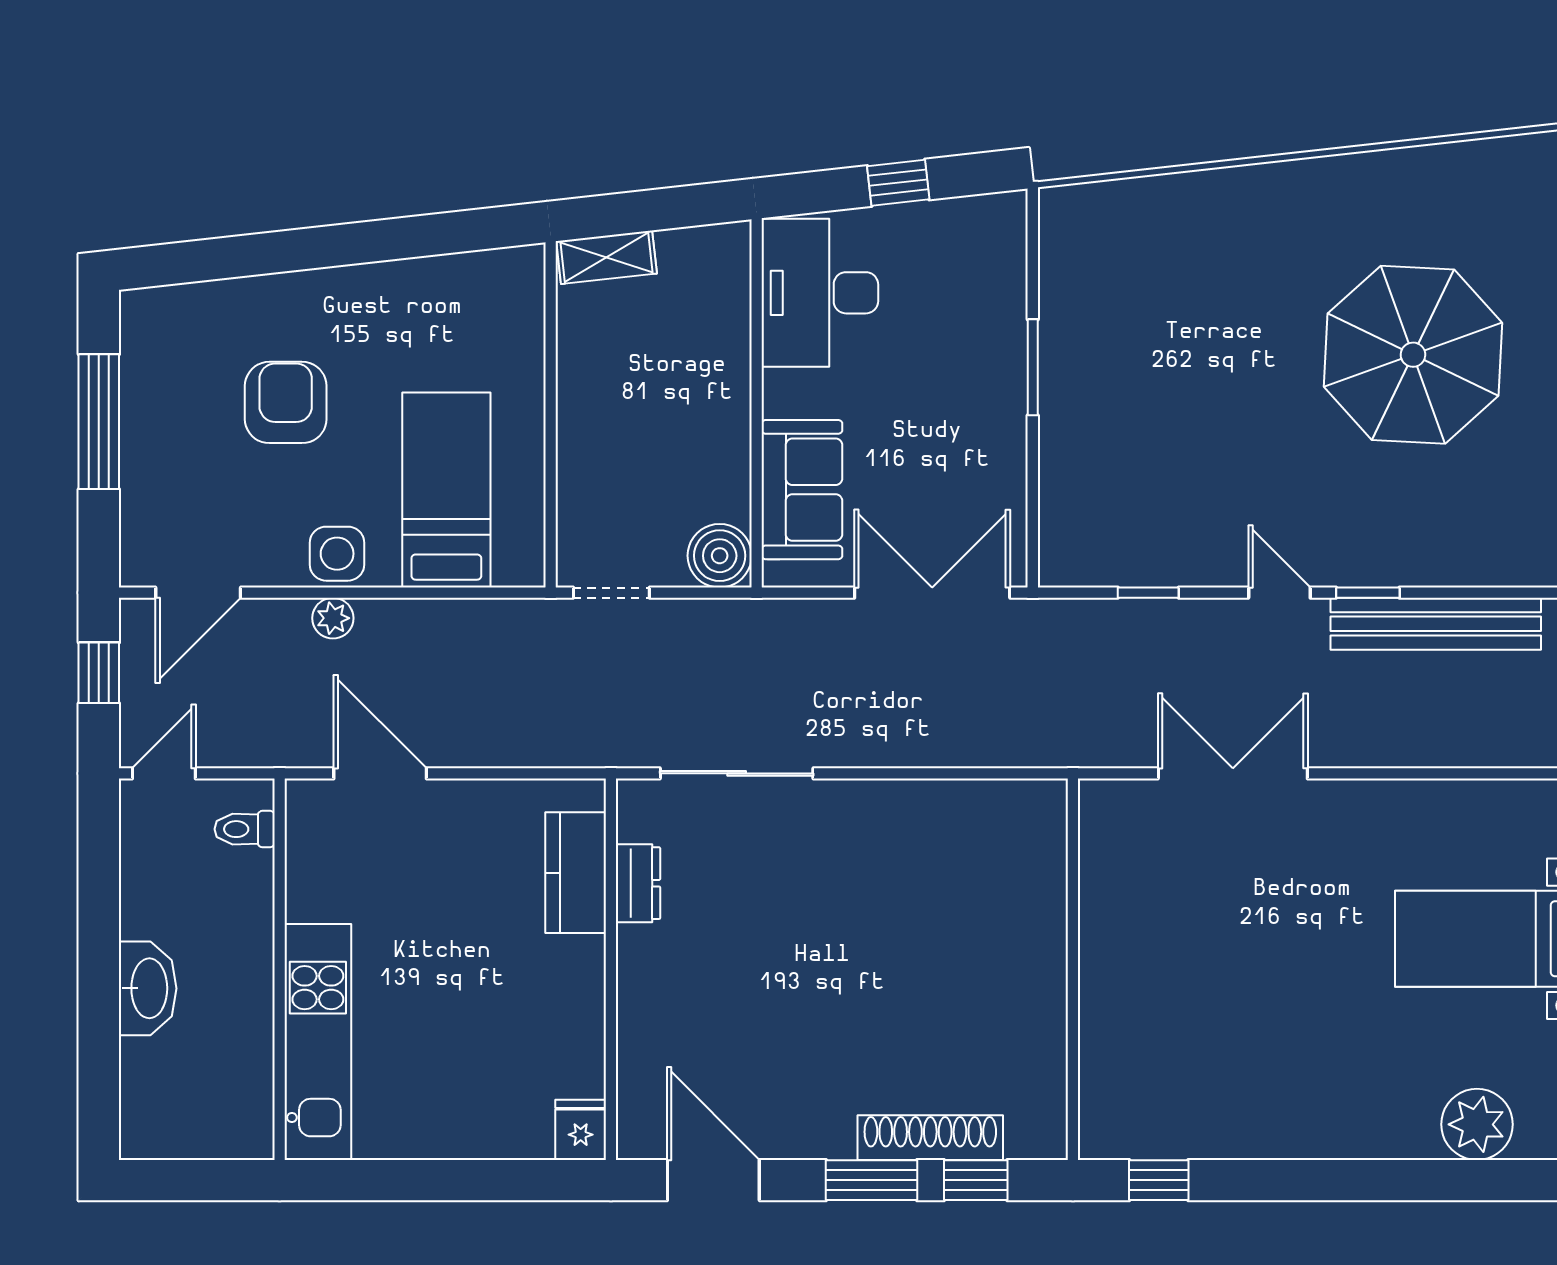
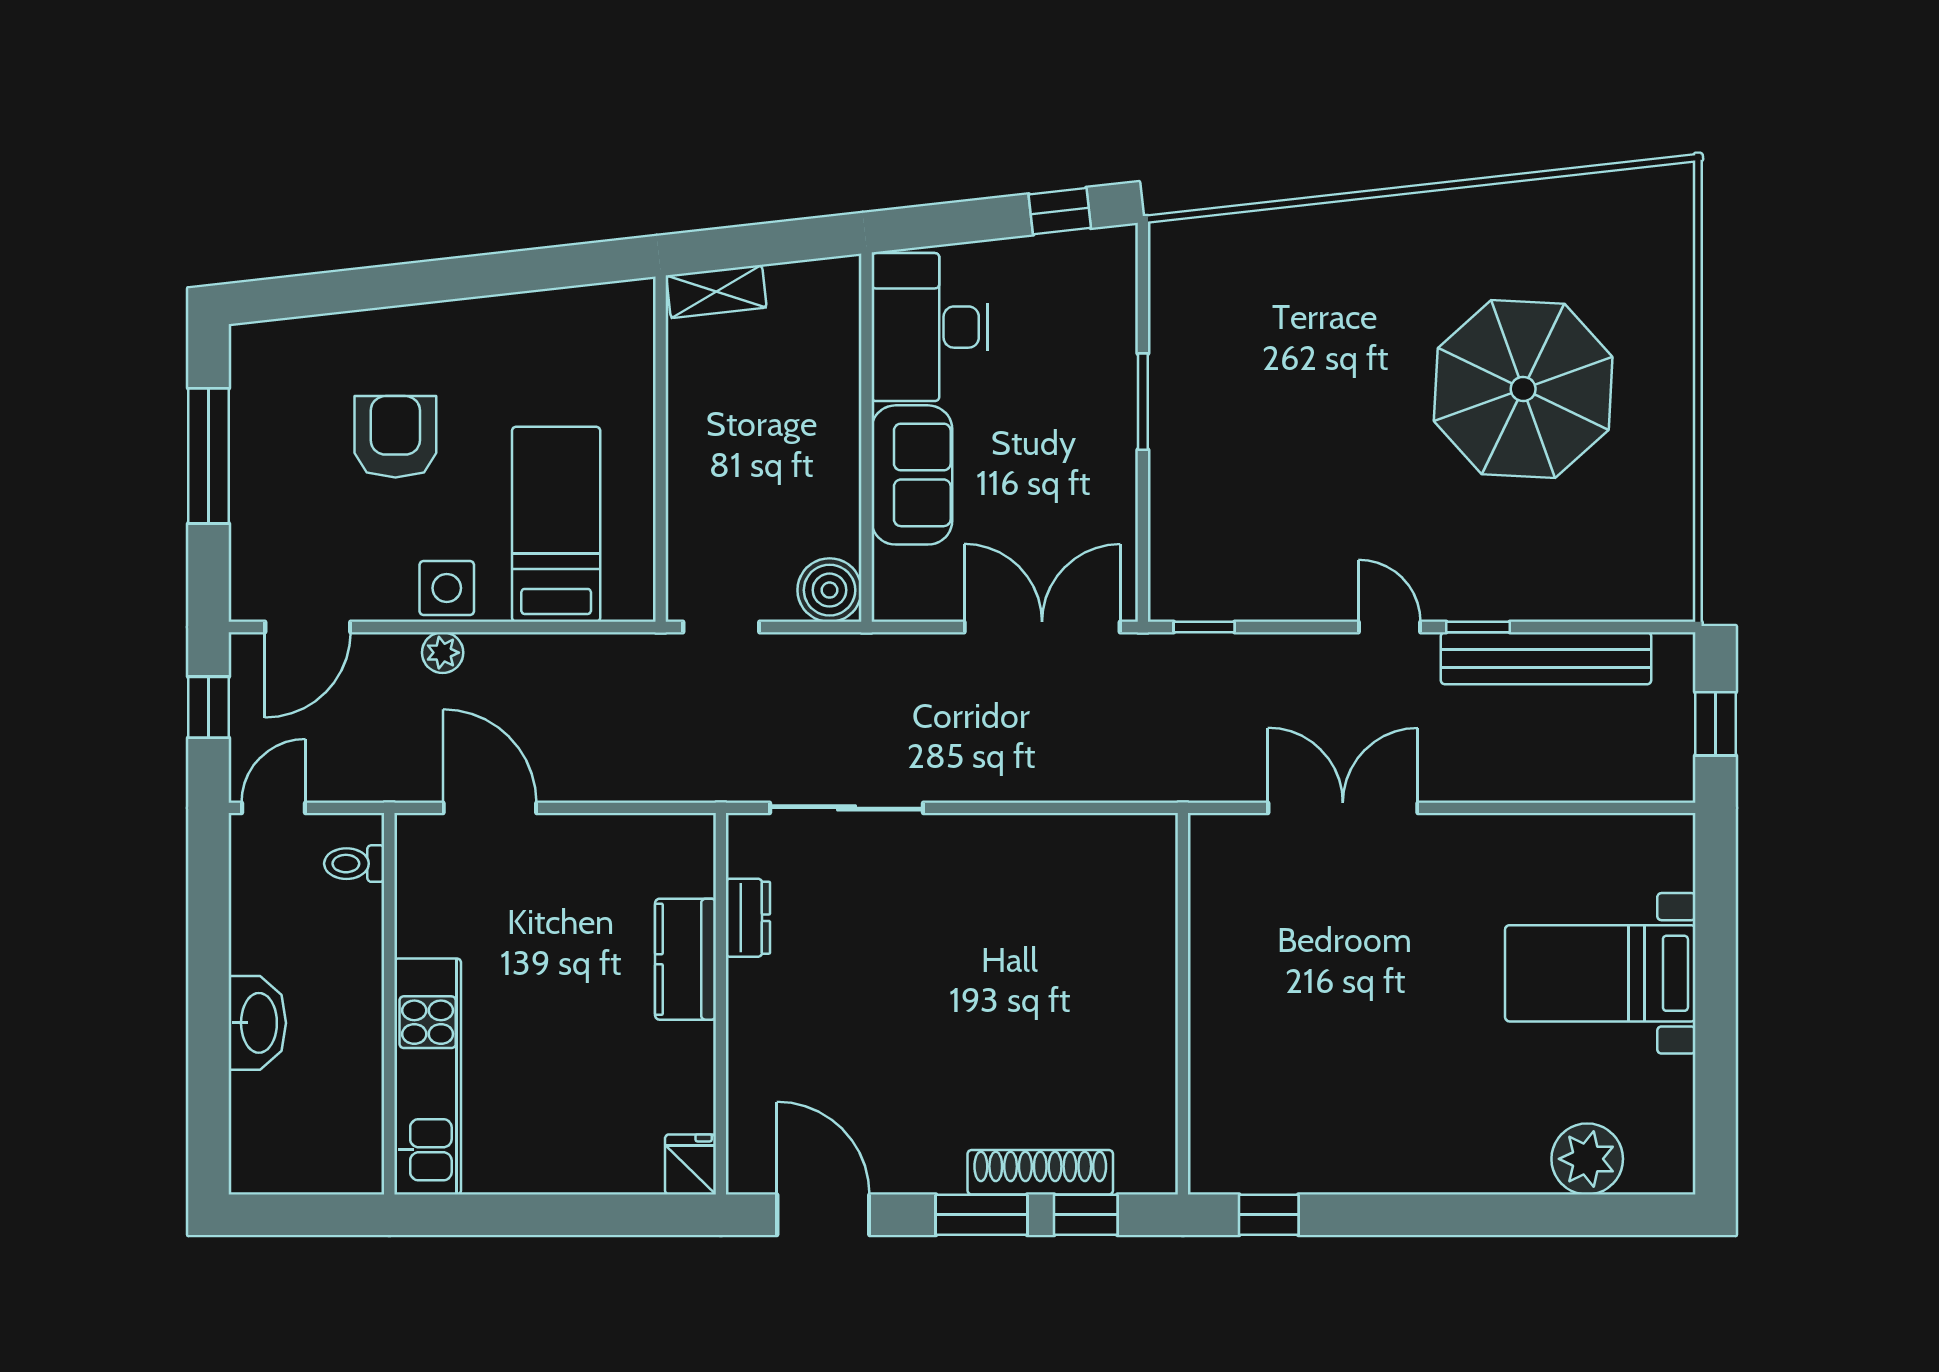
window: (898, 183) -> (1060, 211), moved
sofa: (802, 490) -> (912, 475), moved
window: (1148, 593) -> (1204, 627), moved
kitchen counter: (576, 873) -> (686, 959), moved

